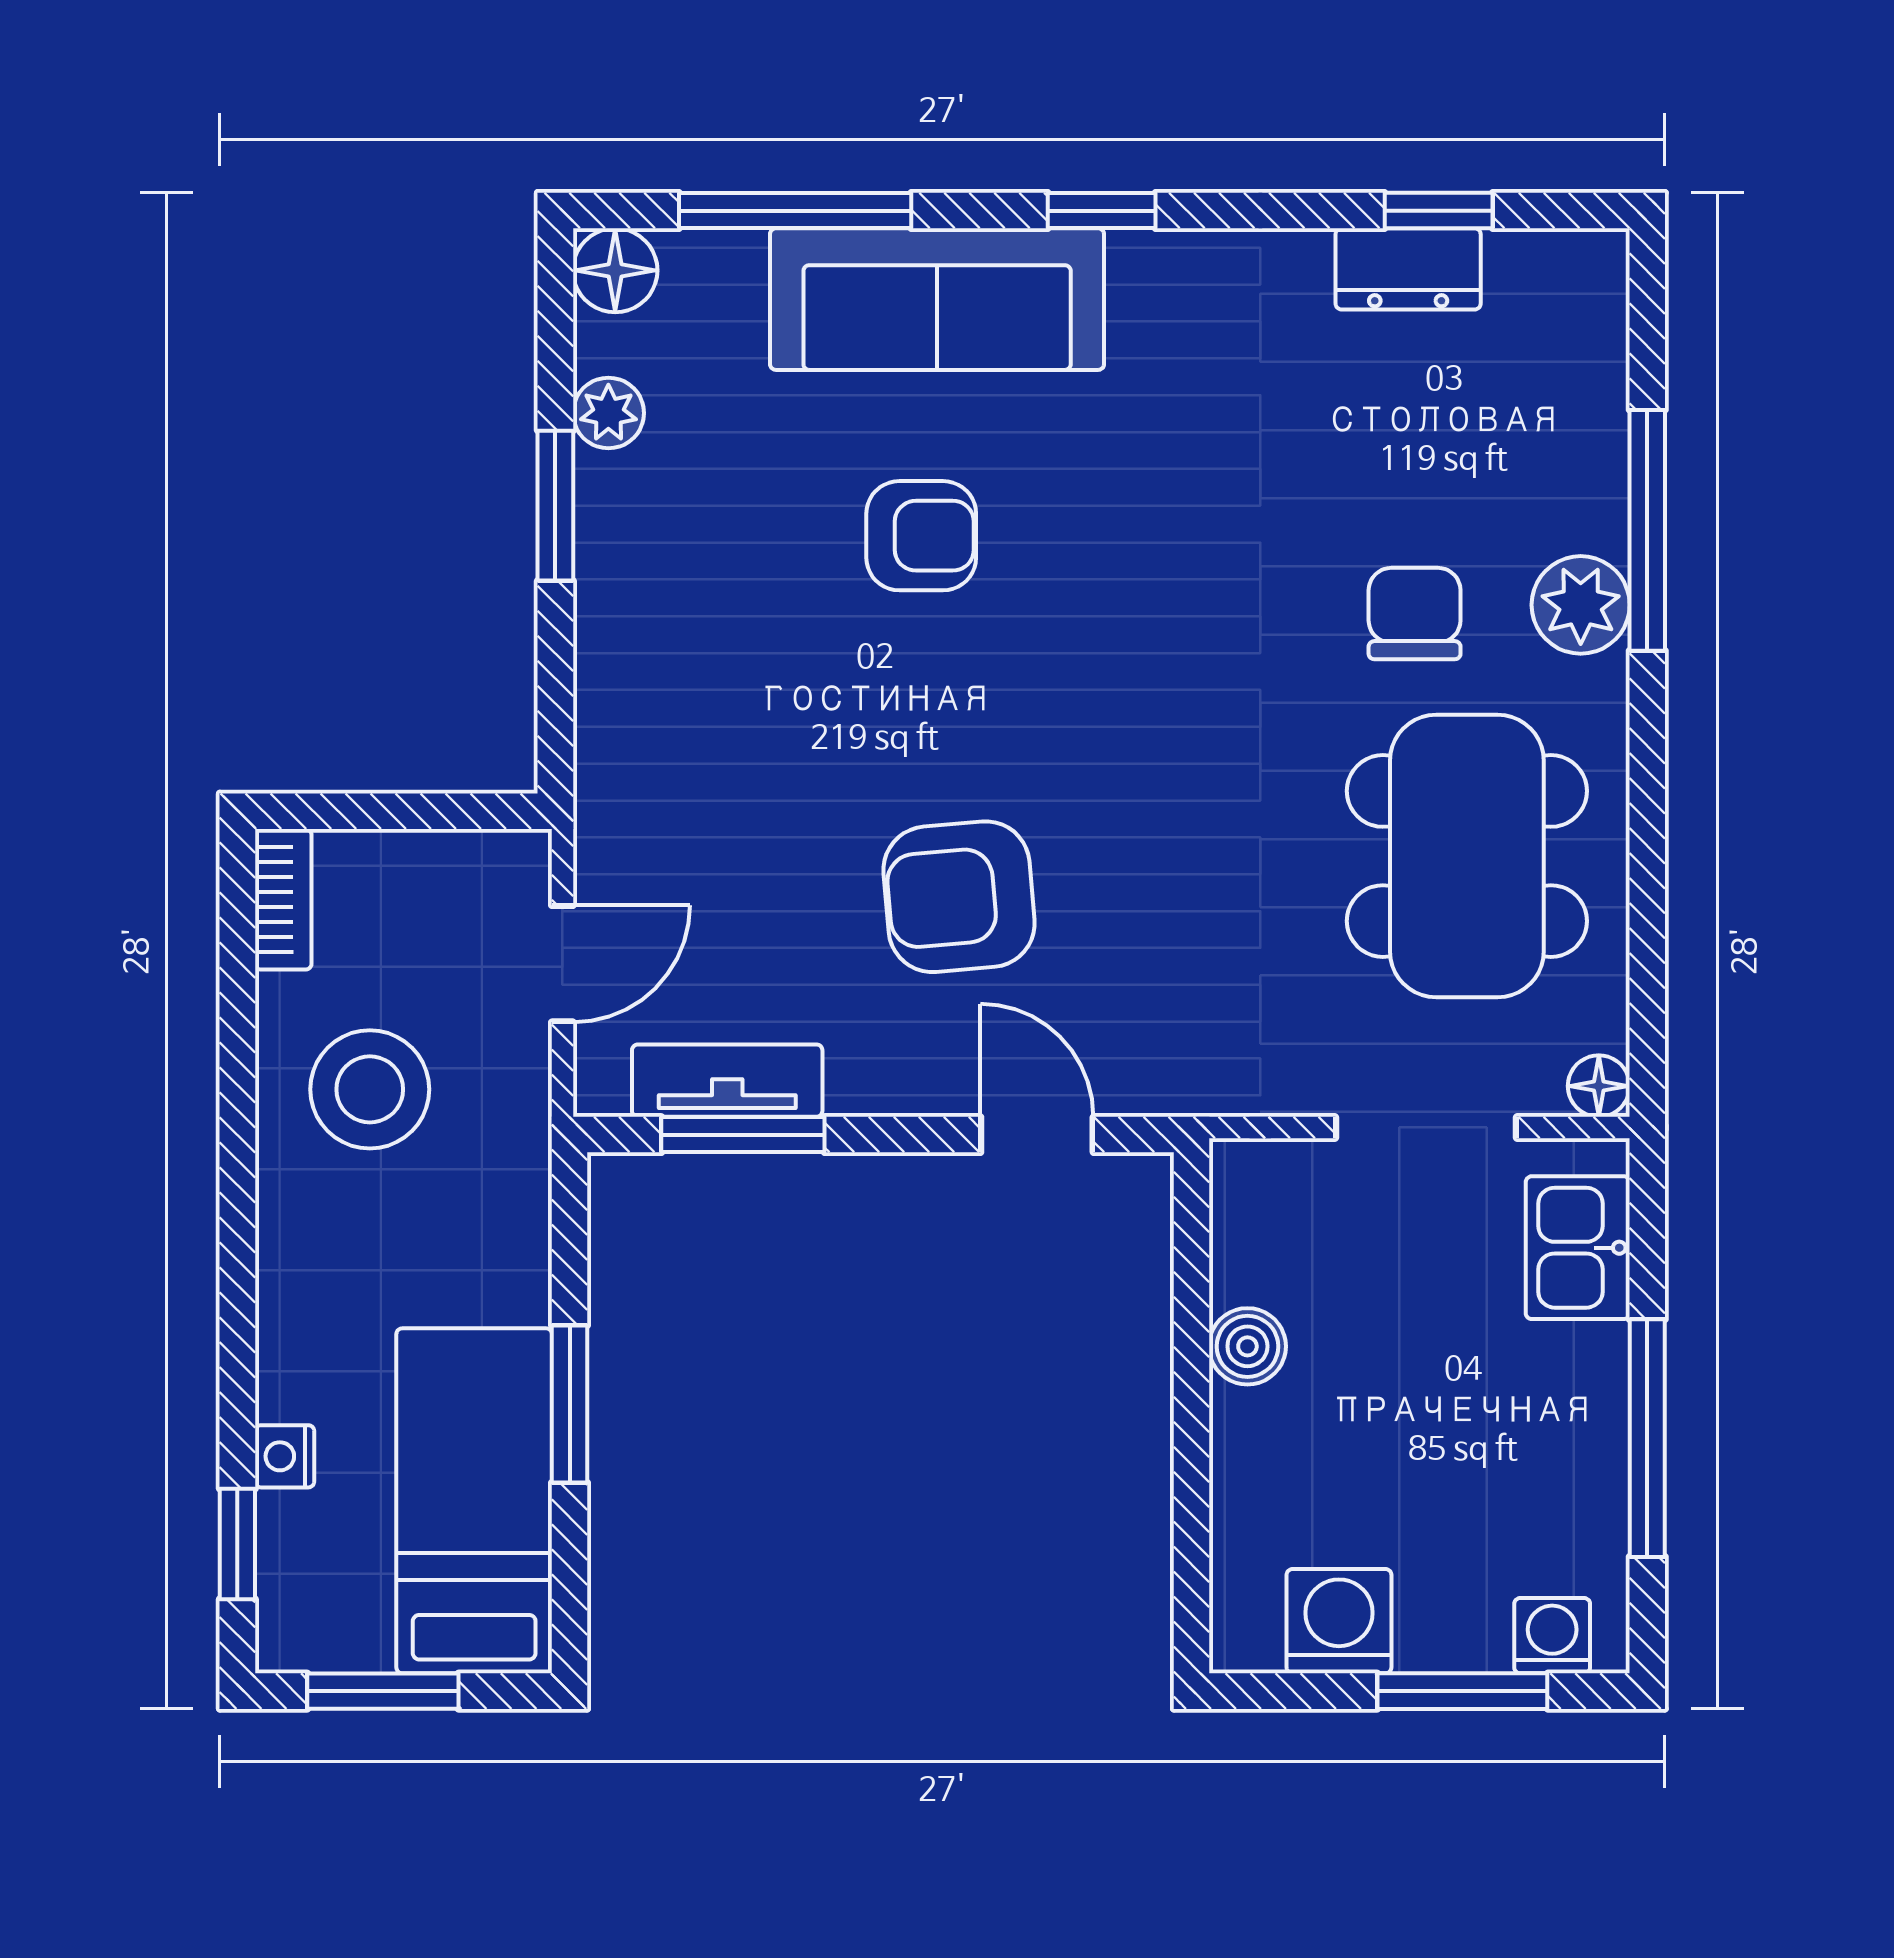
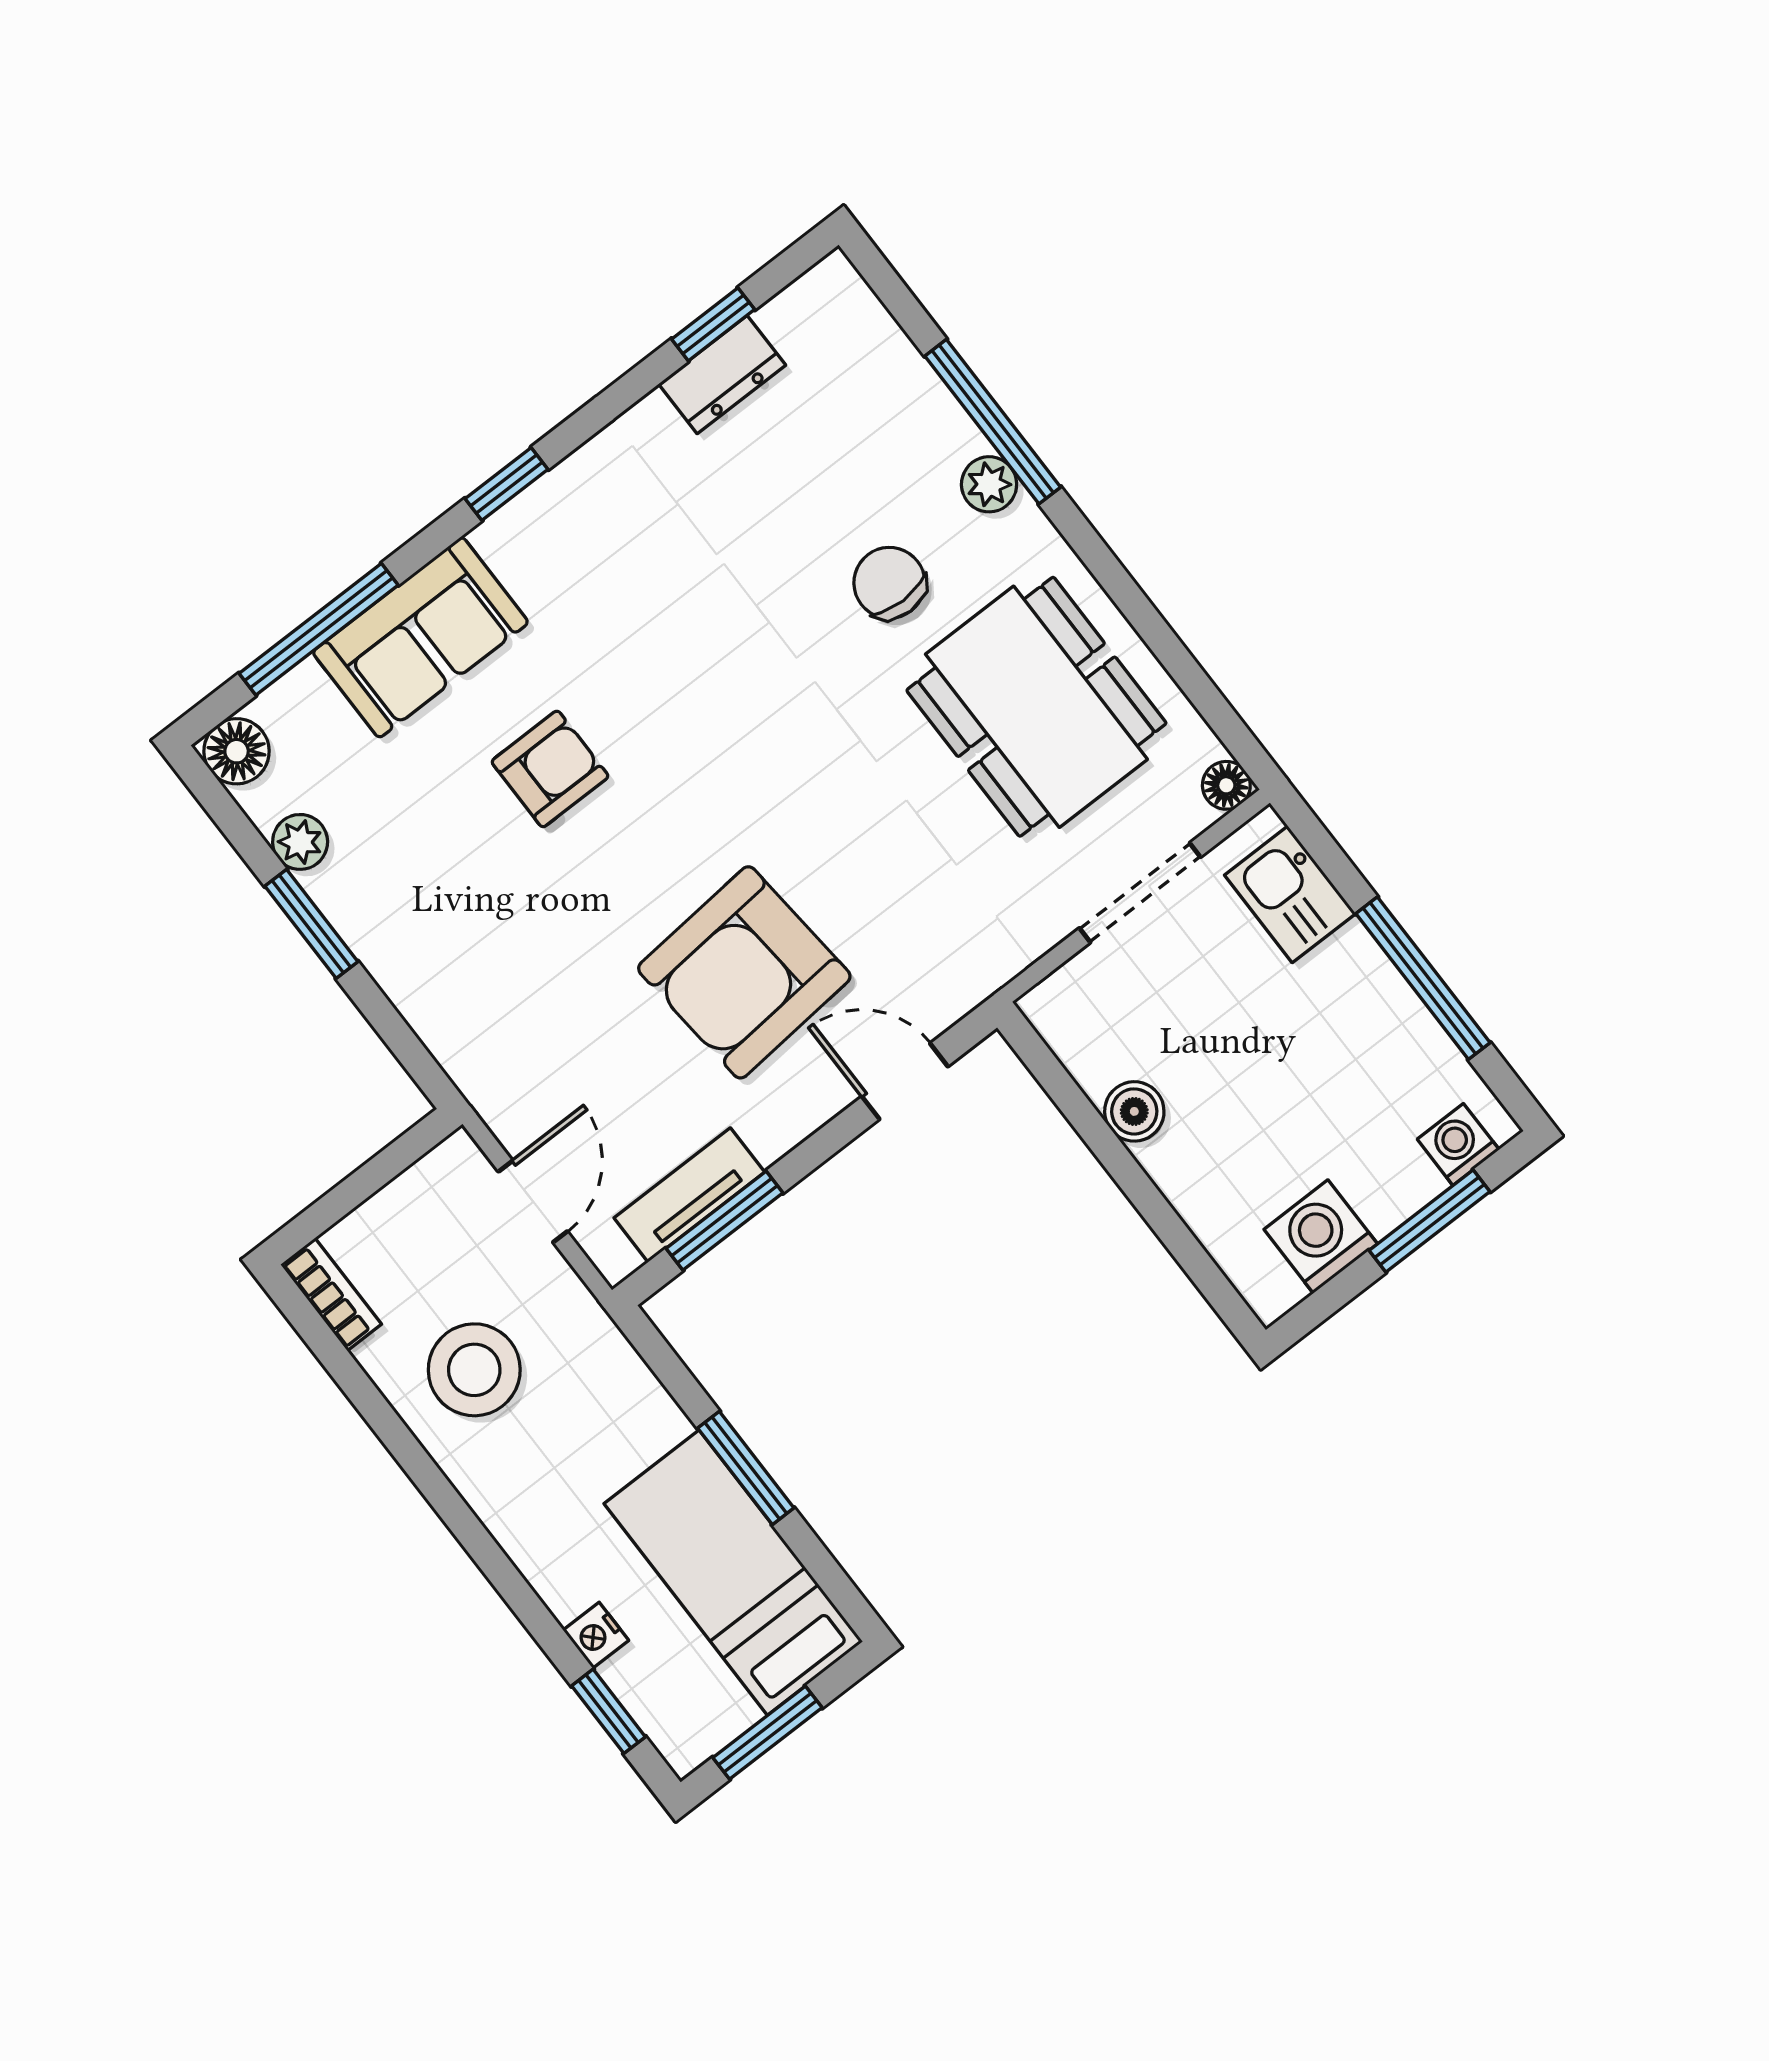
sofa: (937, 299) -> (420, 637), width x0.73
plant: (1581, 605) -> (989, 484), width x0.73, depth x0.73
armchair: (959, 897) -> (744, 972), width x1.36, depth x1.36

